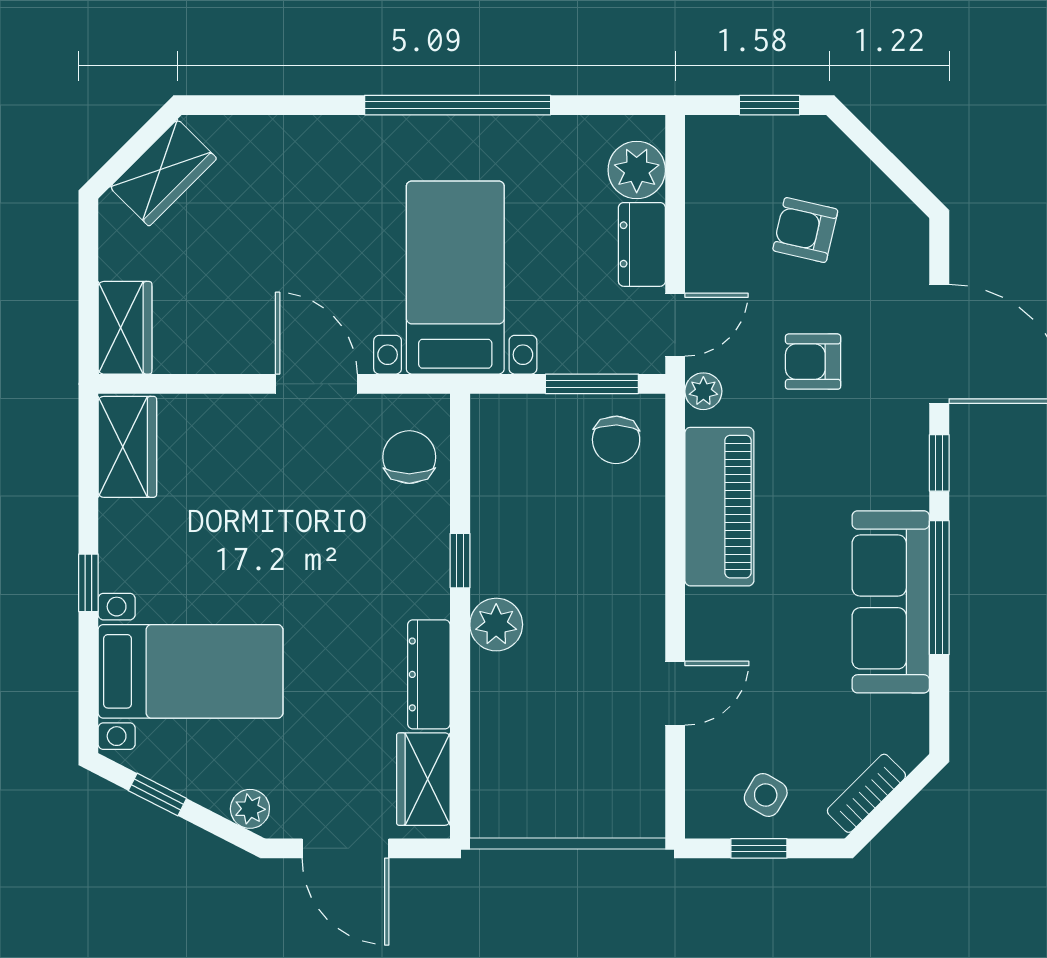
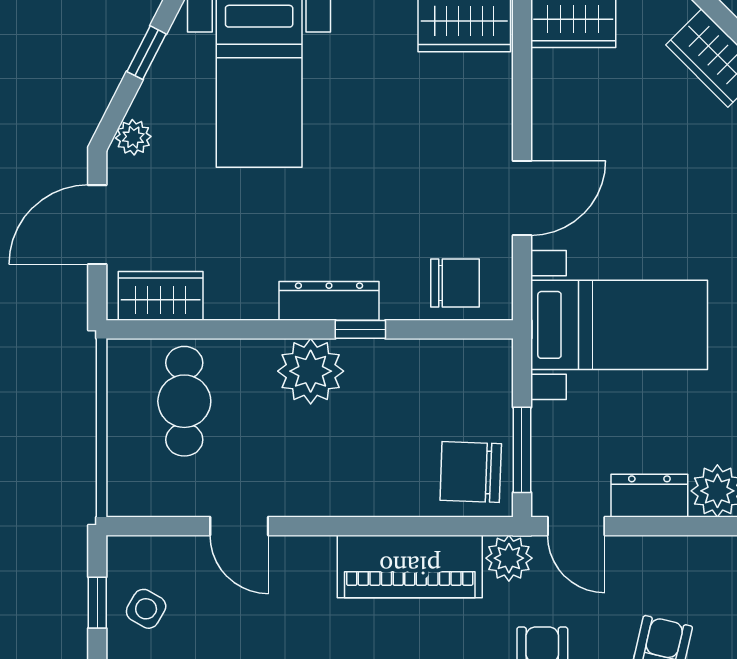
plant: (703, 391) -> (509, 558), width x1.38, depth x1.38
chair: (616, 440) -> (471, 472), width x1.37, depth x1.37
plant: (496, 625) -> (311, 371), width x1.36, depth x1.36
dresser: (429, 674) -> (329, 301), moved
cafe table: (539, 753) -> (184, 401), added

